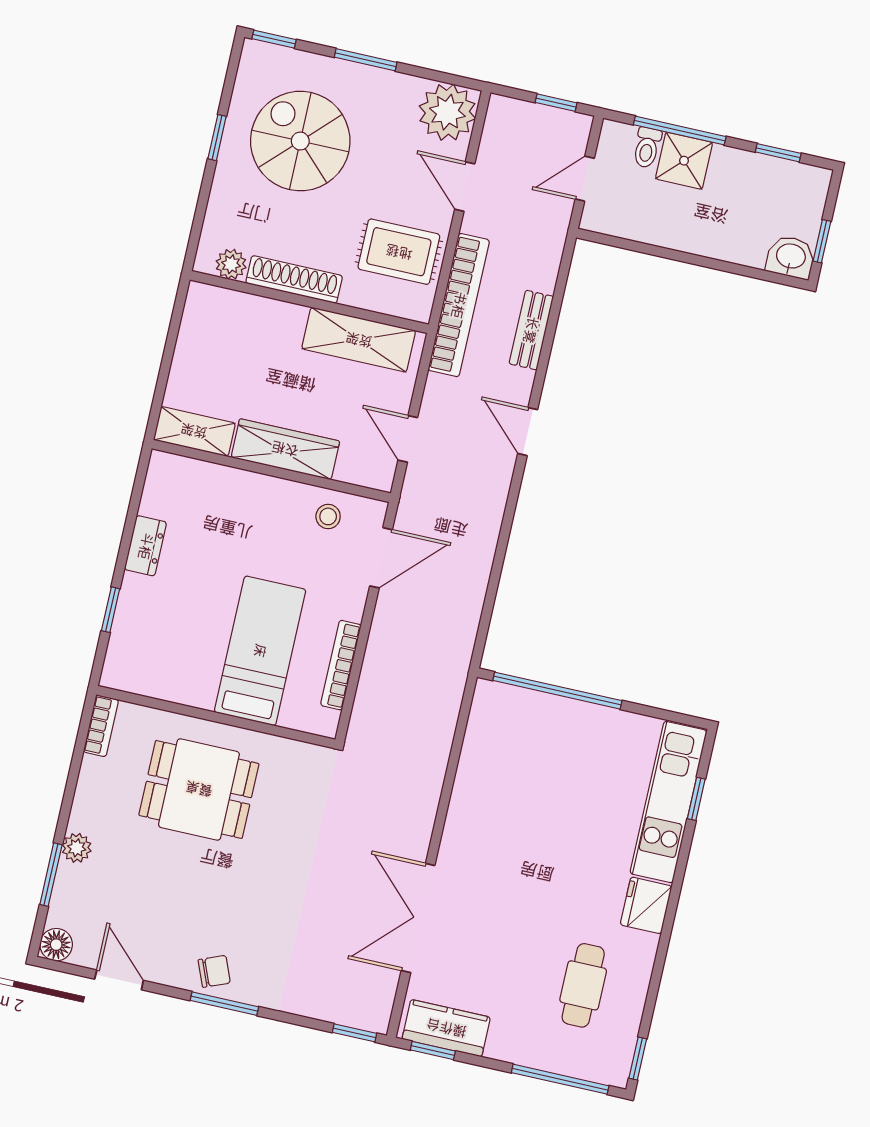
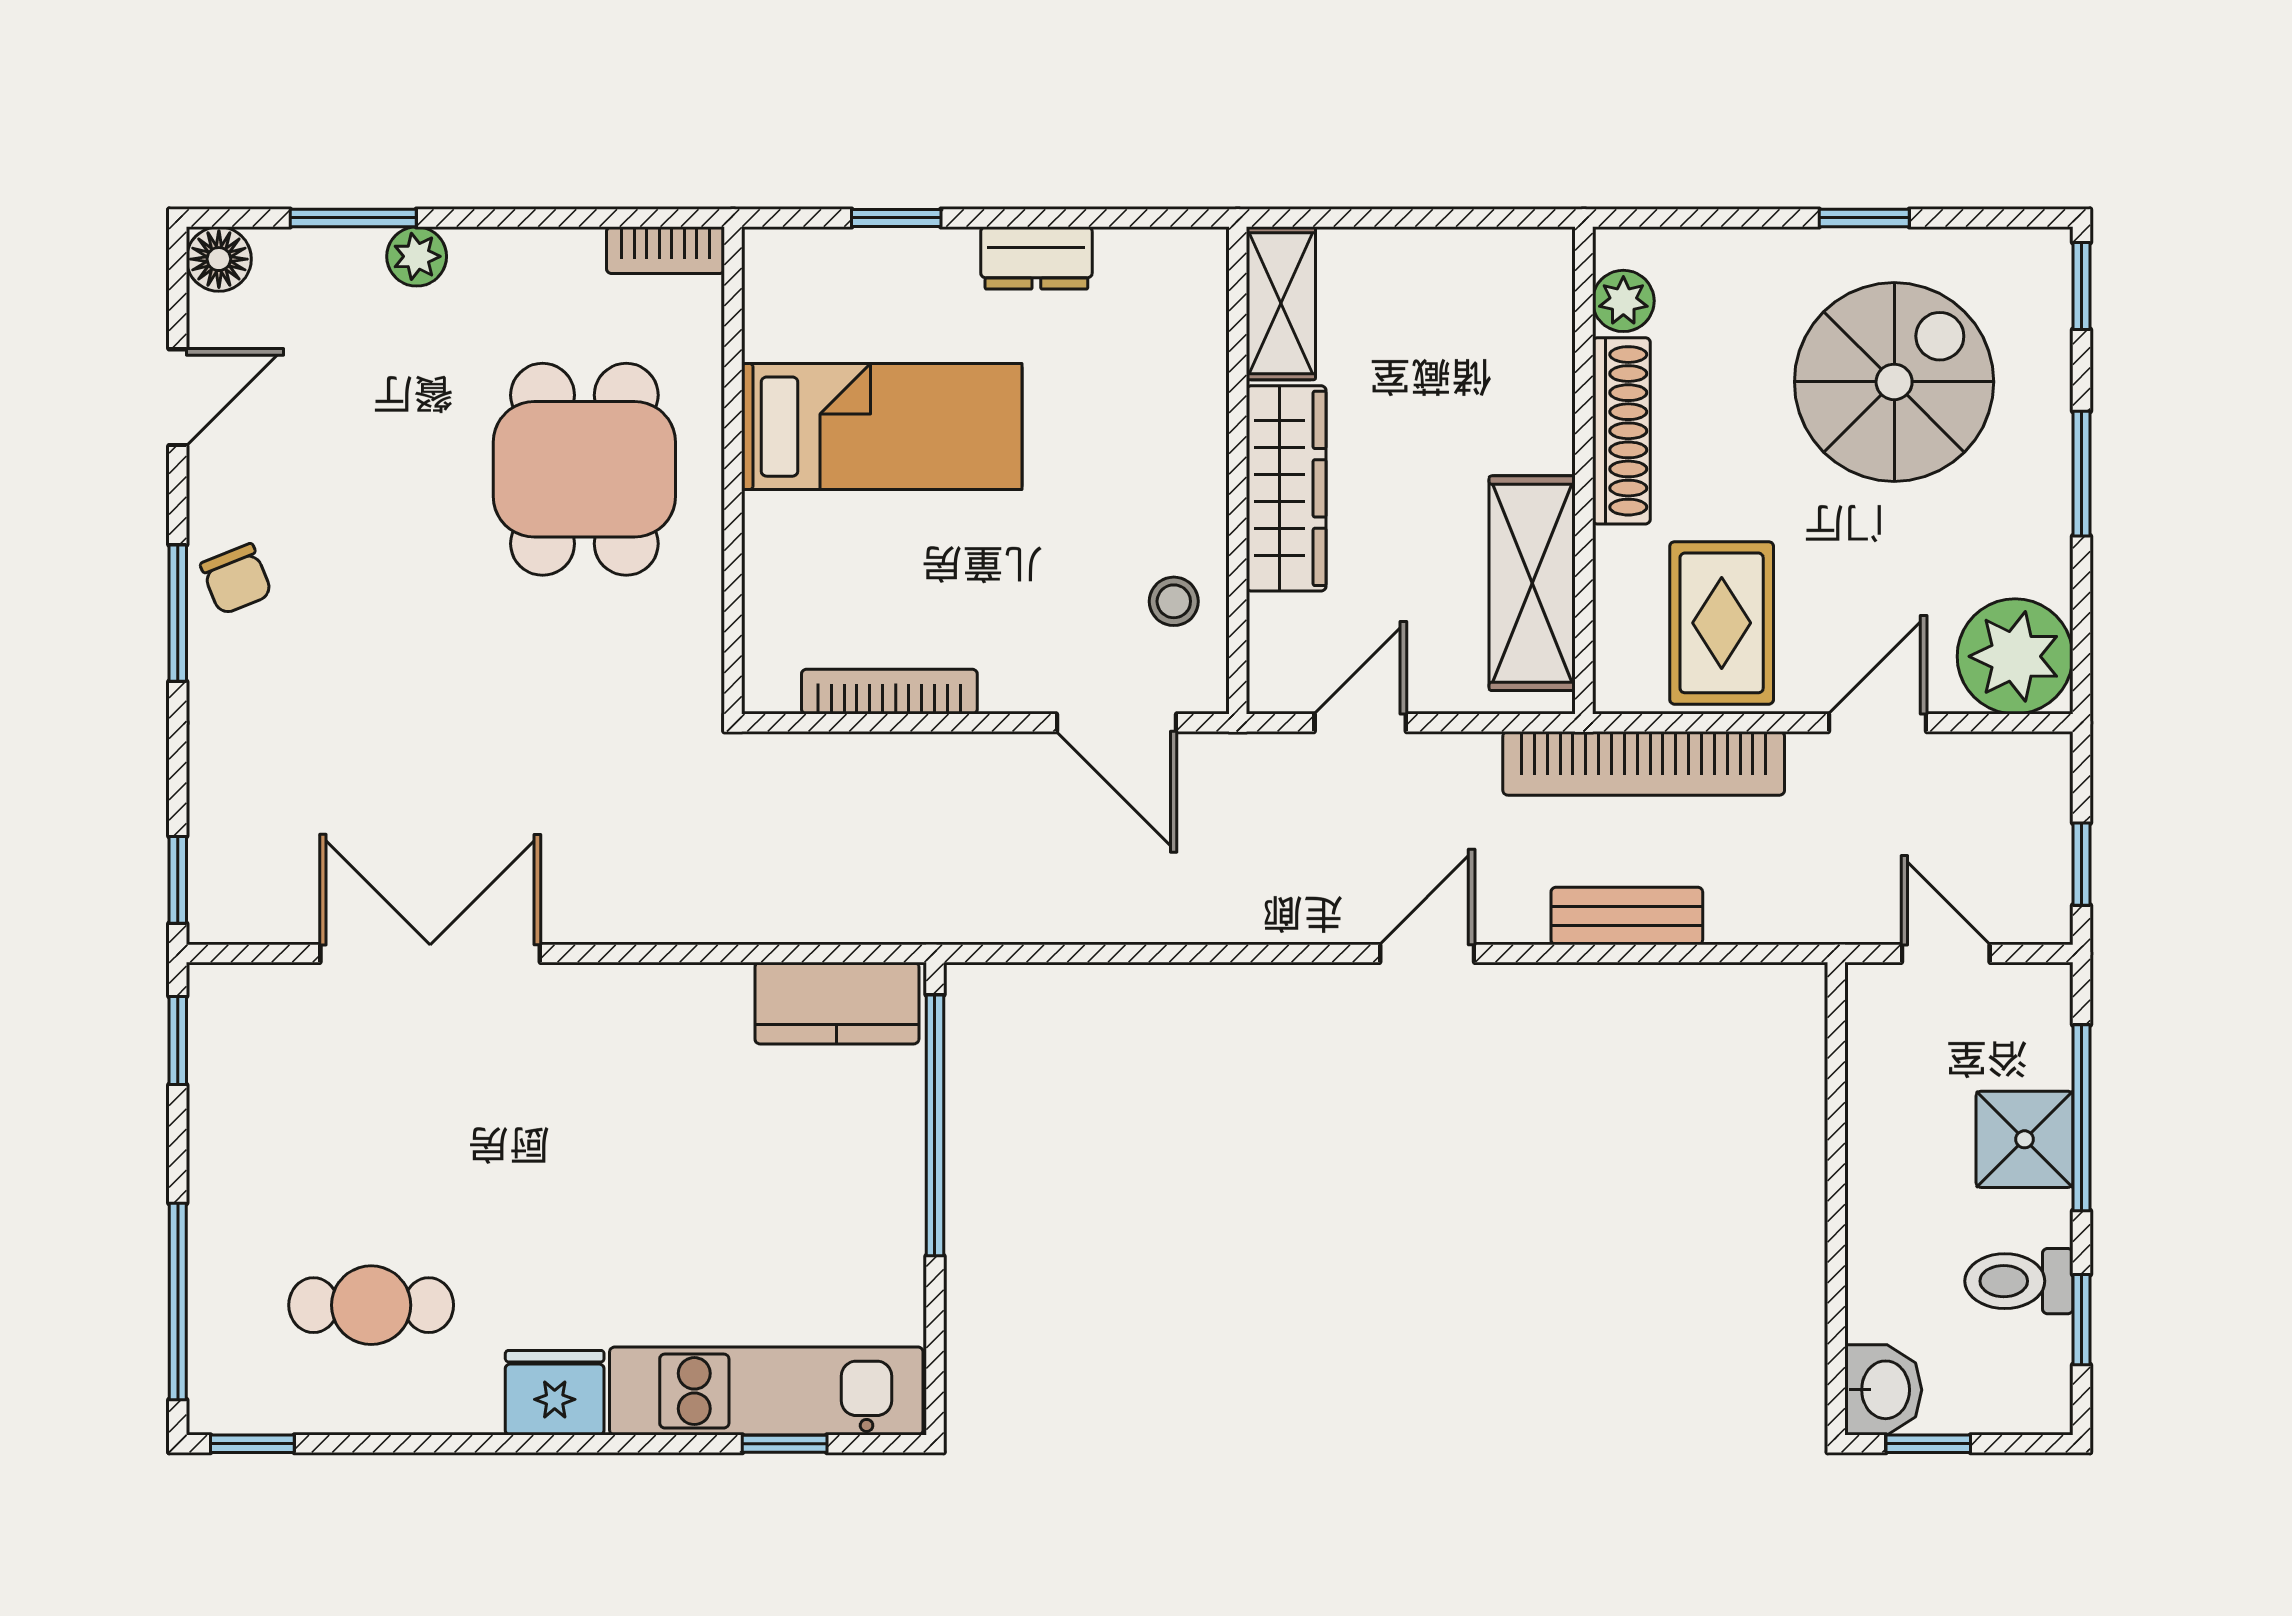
toilet: (647, 148) -> (2019, 1281), moved, width x1.37, depth x1.39
bed: (260, 651) -> (882, 427), moved
kitchen counter: (446, 1028) -> (837, 1003), moved, turned 90

